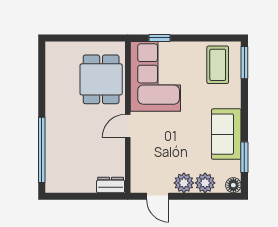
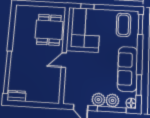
sofa: (226, 134) -> (128, 69), width x1.36
dresser: (111, 185) -> (16, 96), moved
window: (204, 196) -> (112, 109), added

